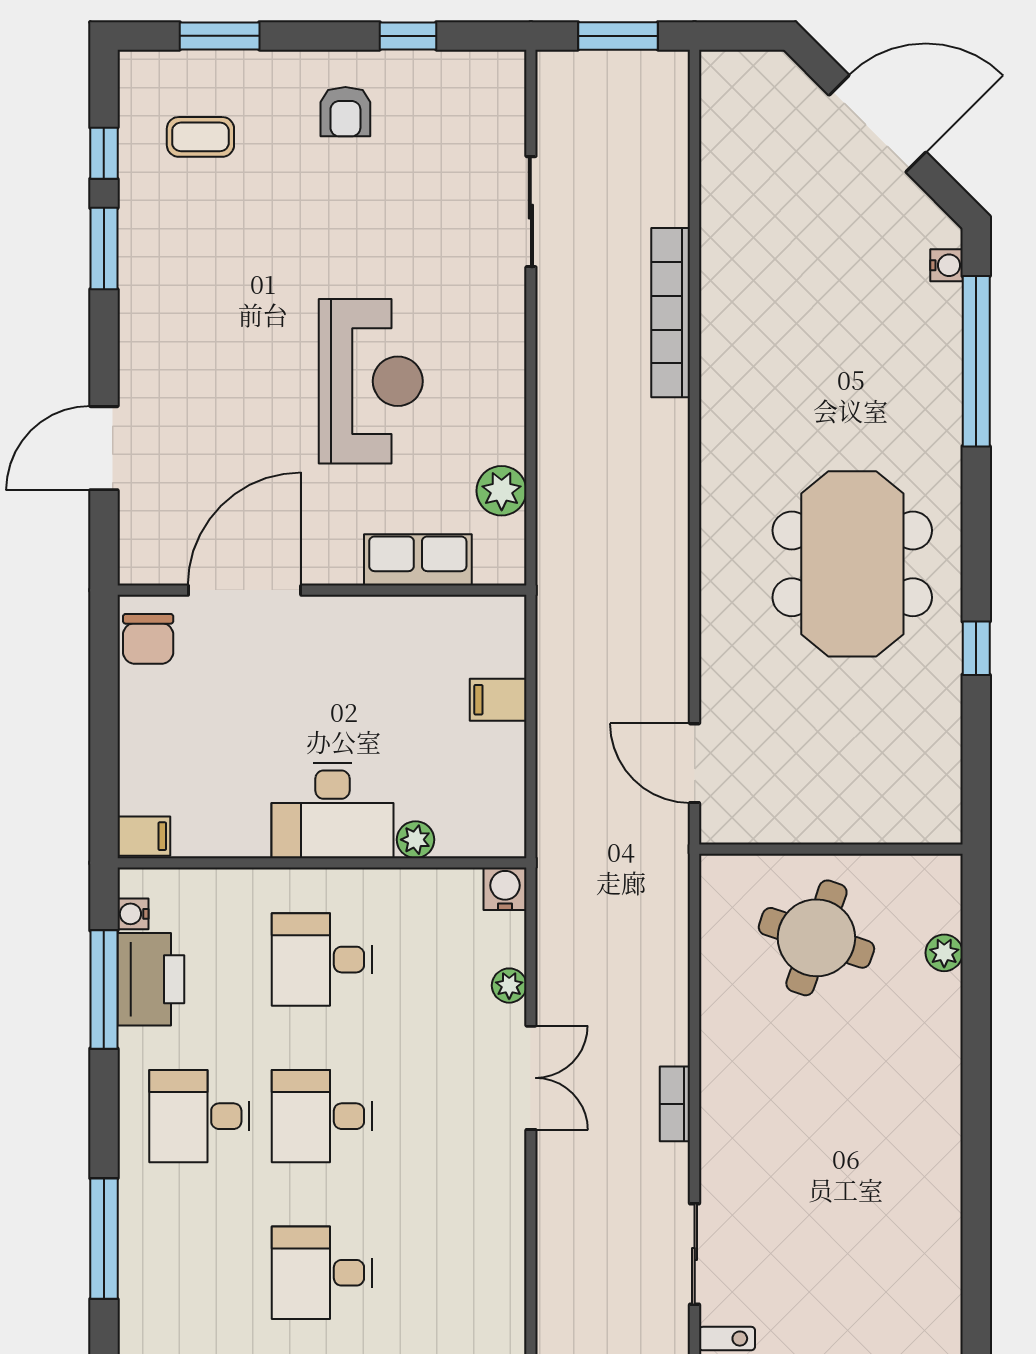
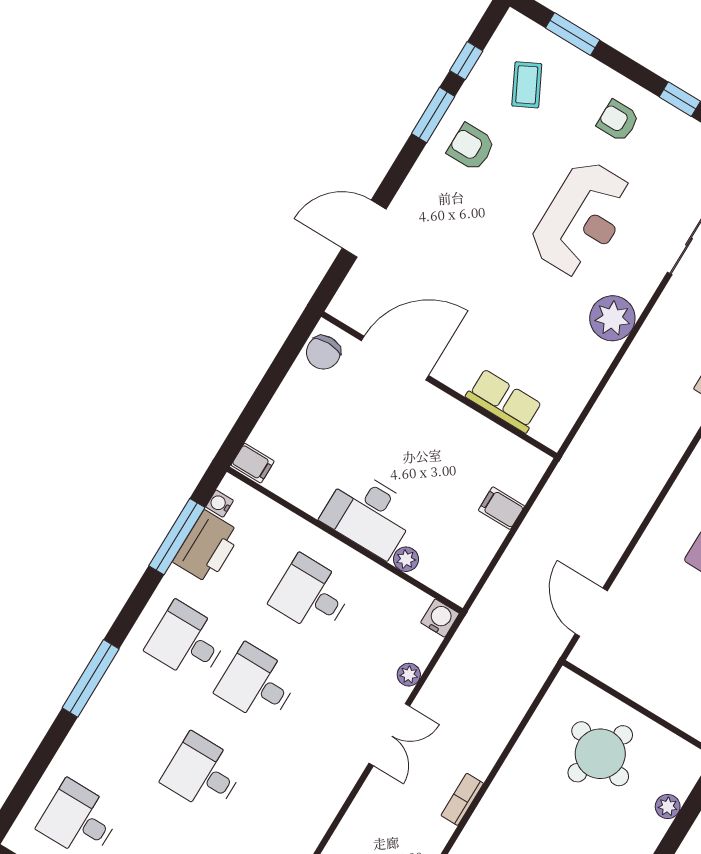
armchair: (345, 112) -> (618, 121), turned 90
coffee table: (200, 137) -> (527, 85), turned 63
armchair: (178, 260) -> (471, 147), added
reception desk: (371, 381) -> (582, 219), moved
plant: (502, 491) -> (612, 318), moved, width x1.36, depth x1.36

